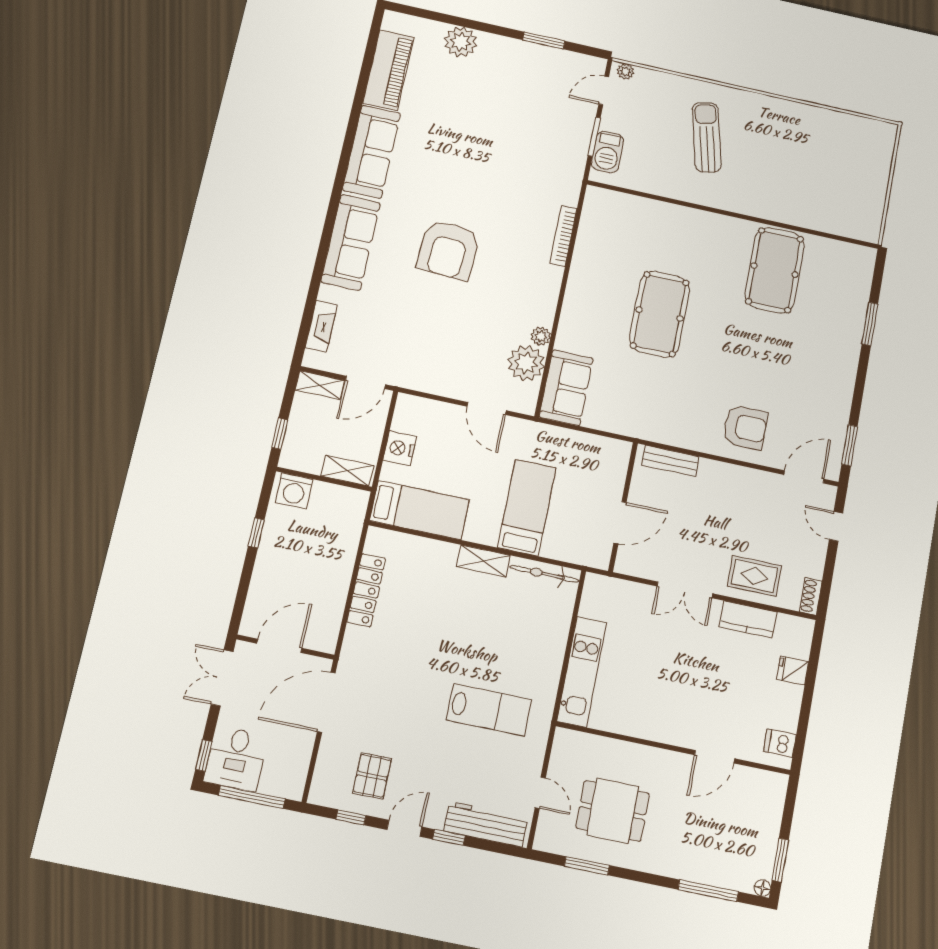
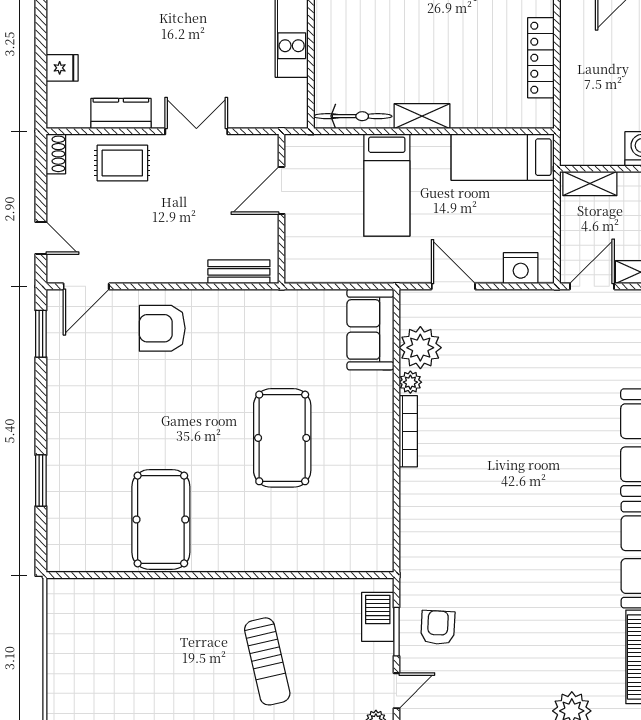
bookcase: (563, 236) -> (408, 431), moved
armchair: (448, 250) -> (438, 628), moved, width x0.53, depth x0.53
nightstand: (400, 448) -> (521, 268), moved, turned 90

